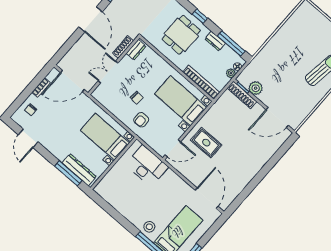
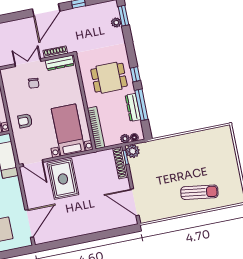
dresser: (215, 41) -> (133, 107), width x1.44
window: (231, 44) -> (141, 105), moved
dresser: (136, 50) -> (60, 63), width x1.44
plant: (256, 88) -> (133, 151), moved
chair: (137, 98) -> (34, 83), moved
rug: (206, 143) -> (63, 179), width x1.36, depth x1.43

